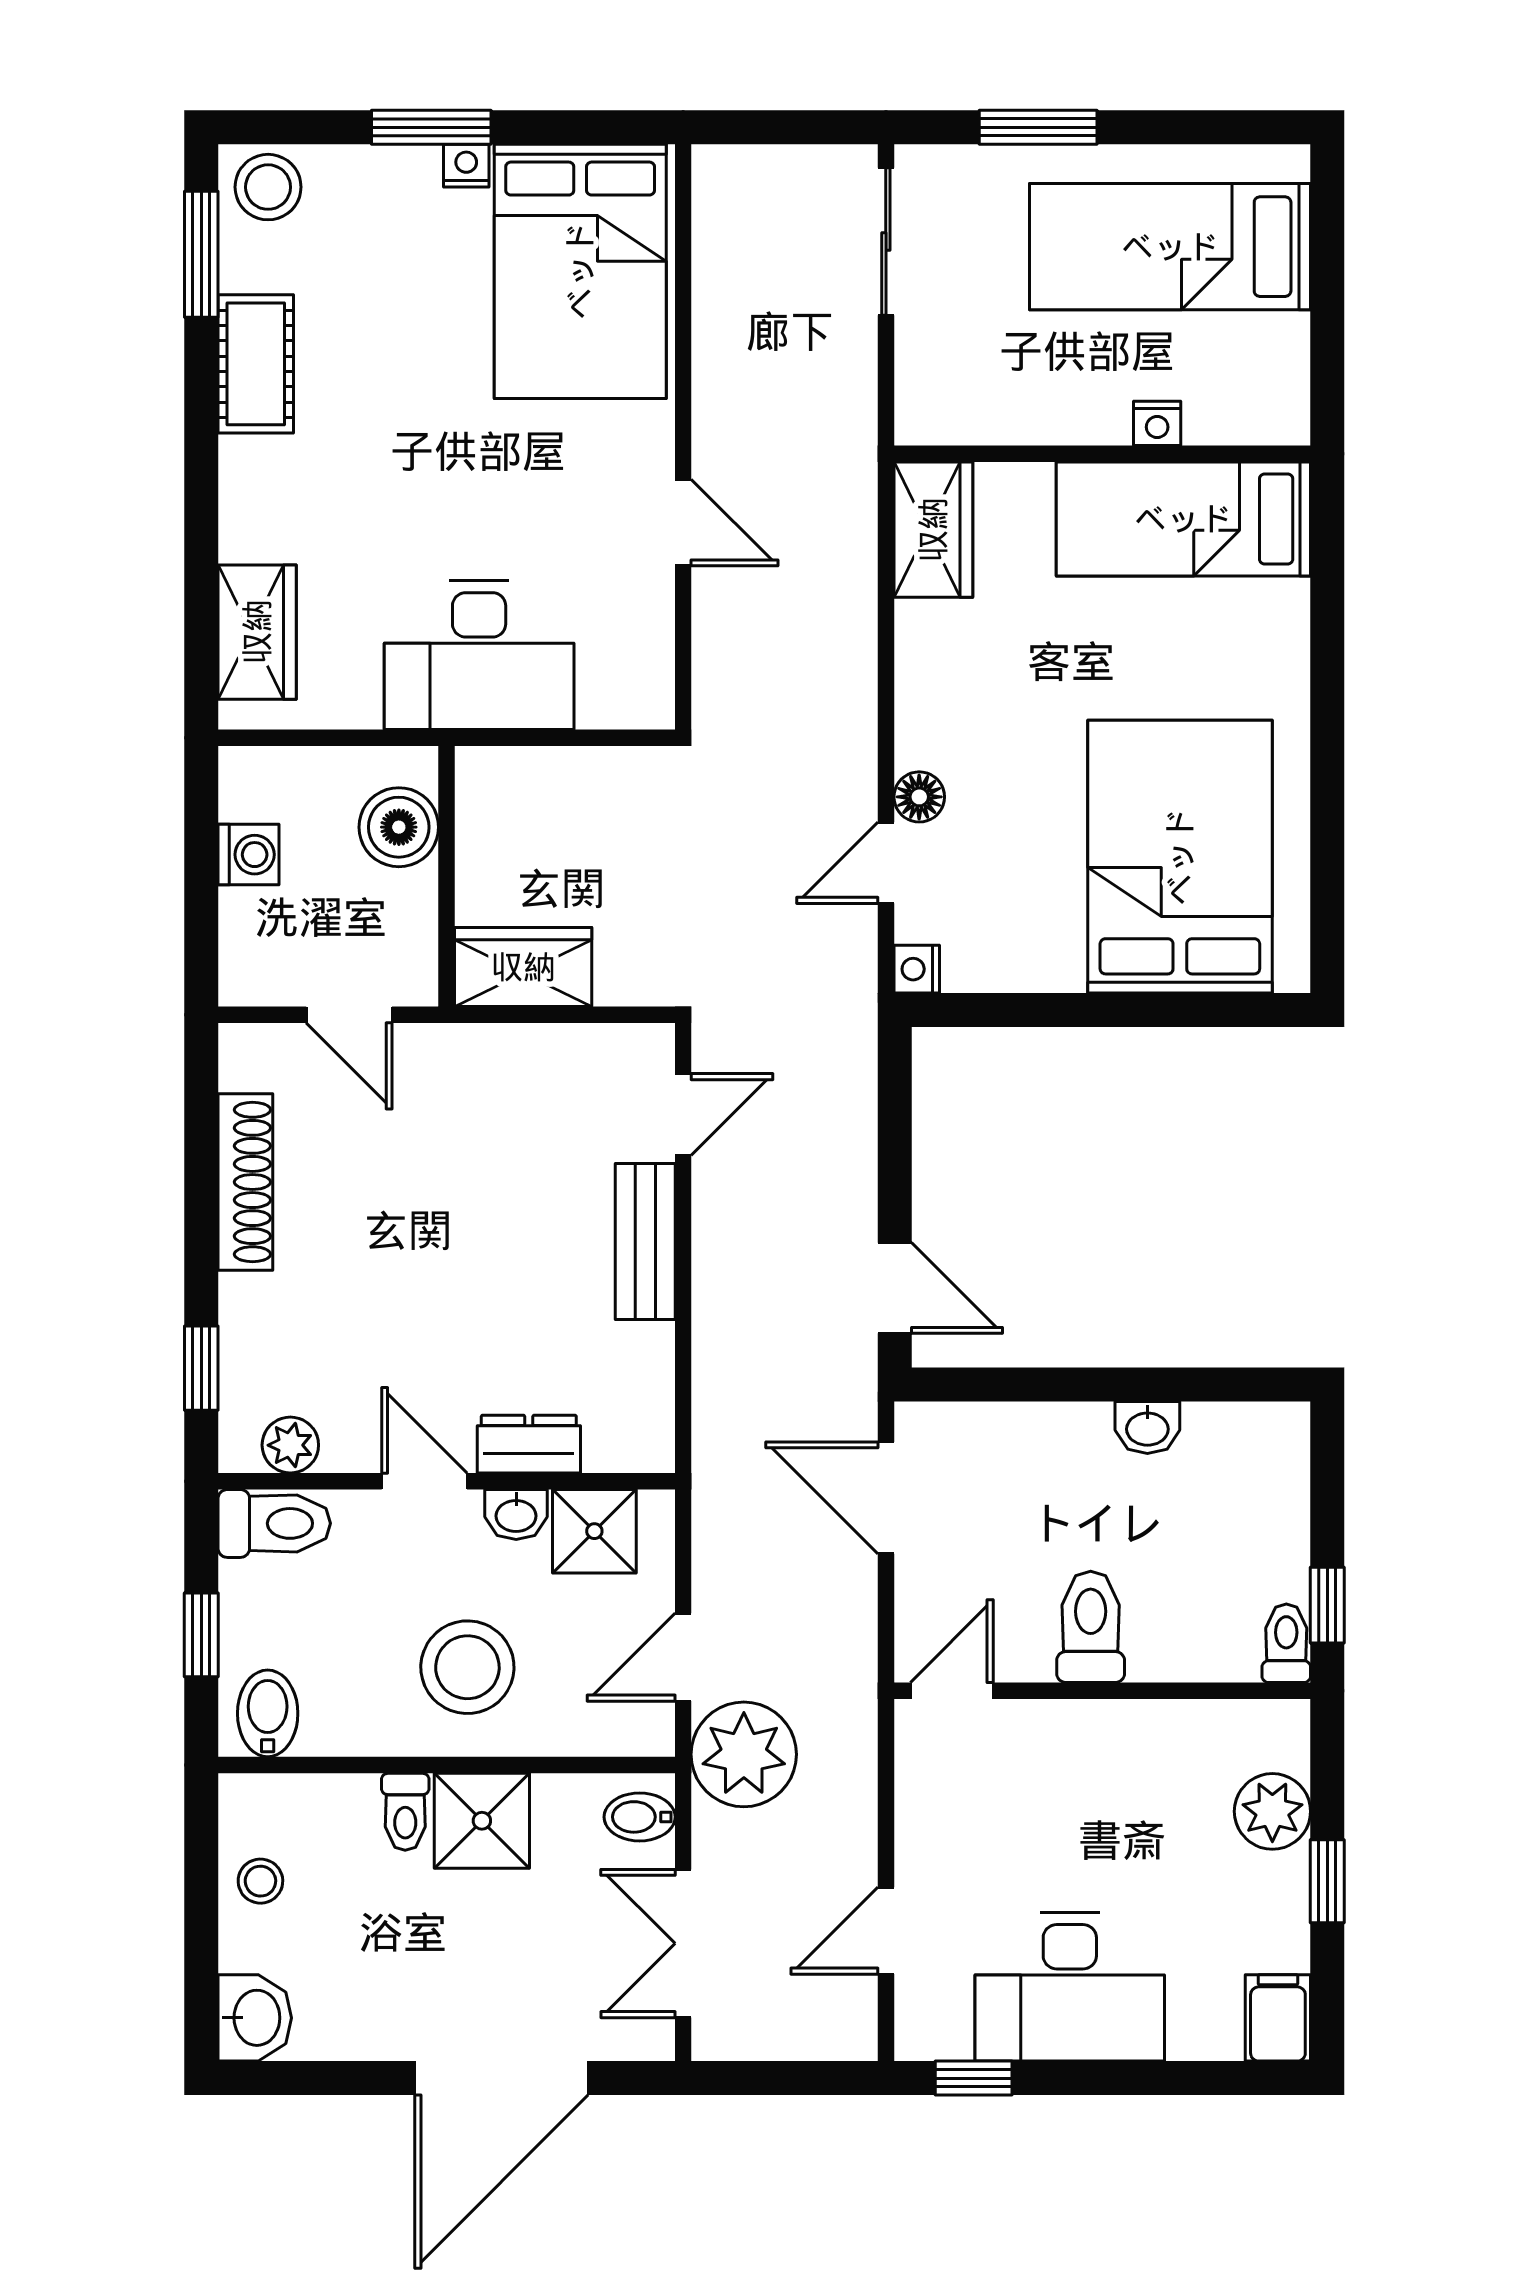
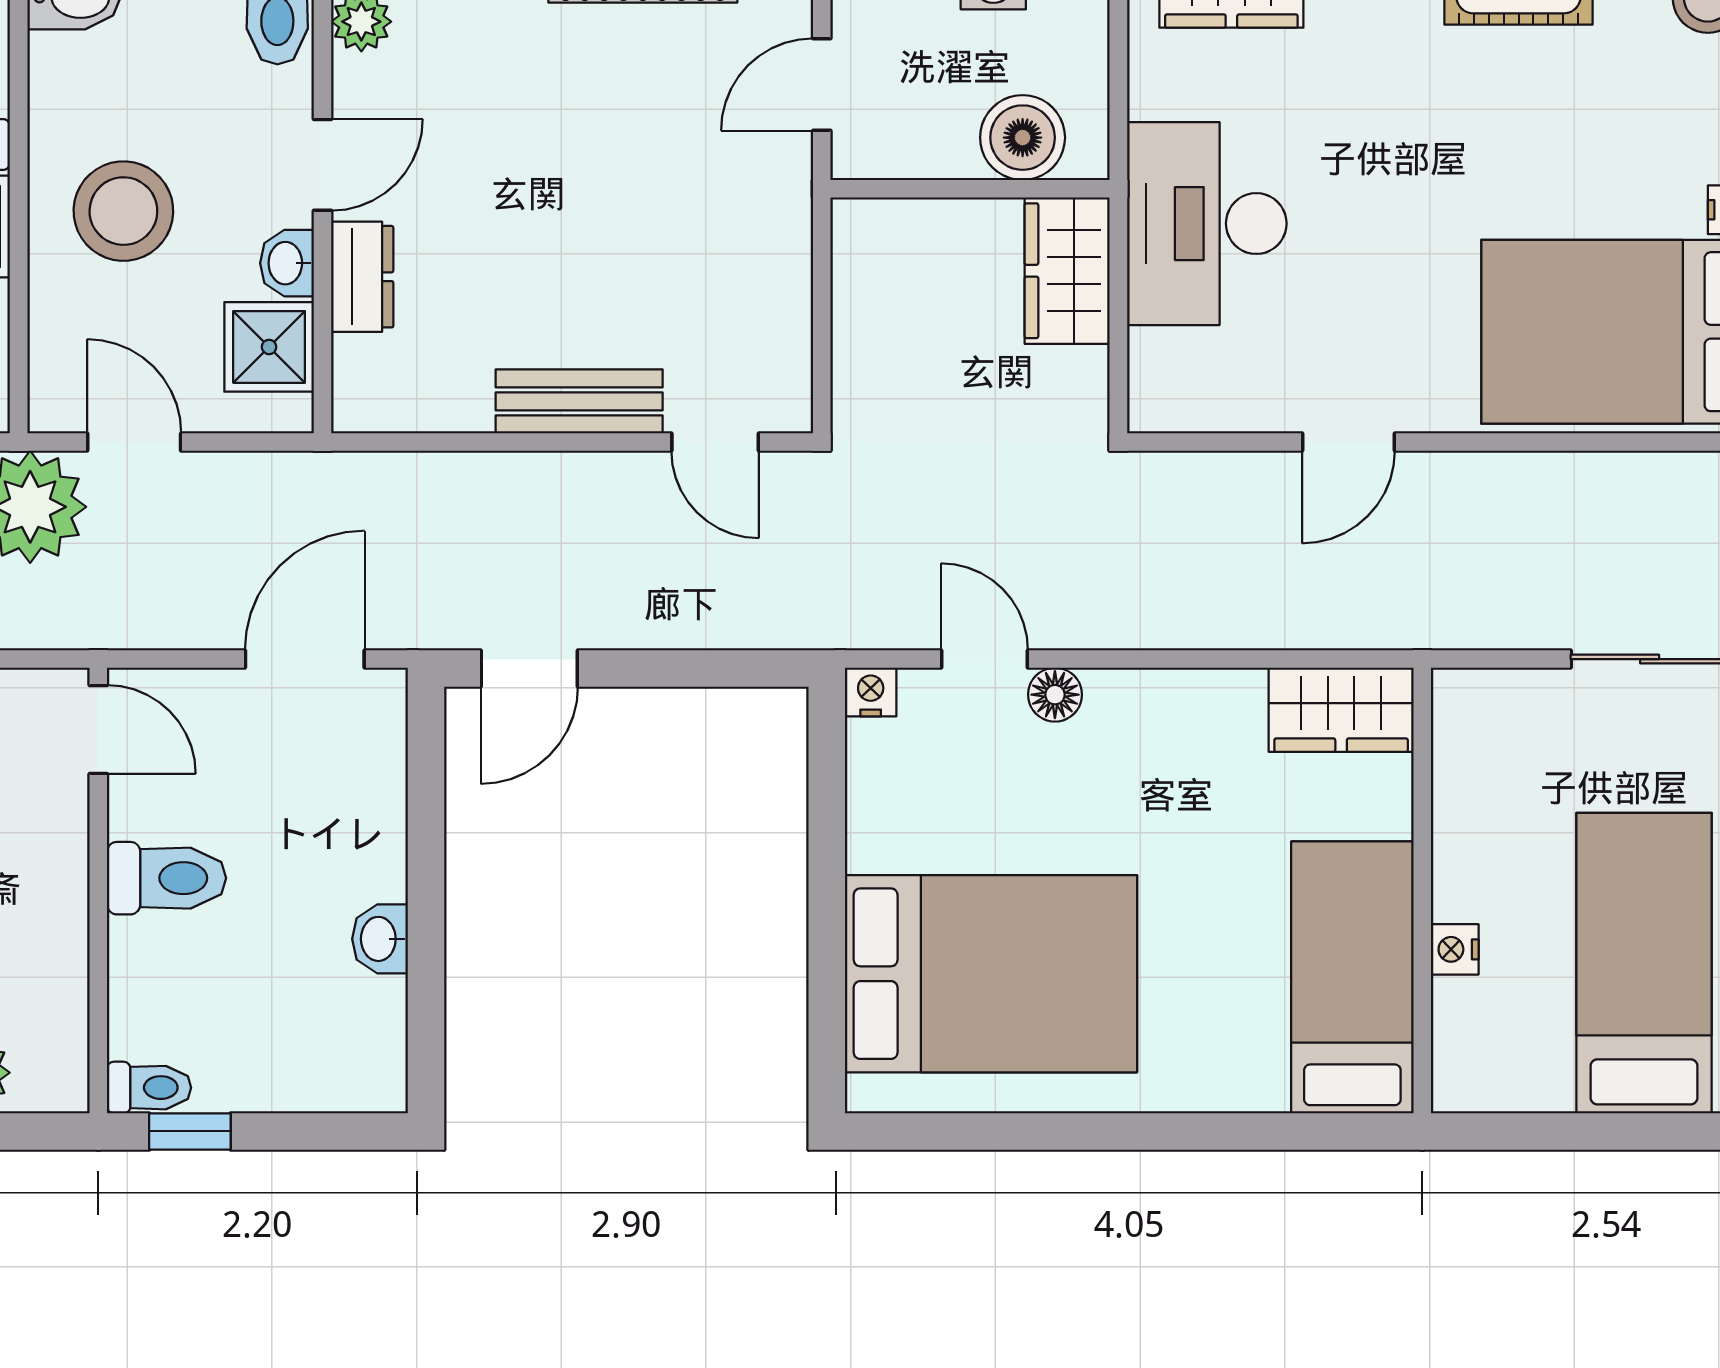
wardrobe: (523, 967) -> (1067, 271), moved, turned 180

